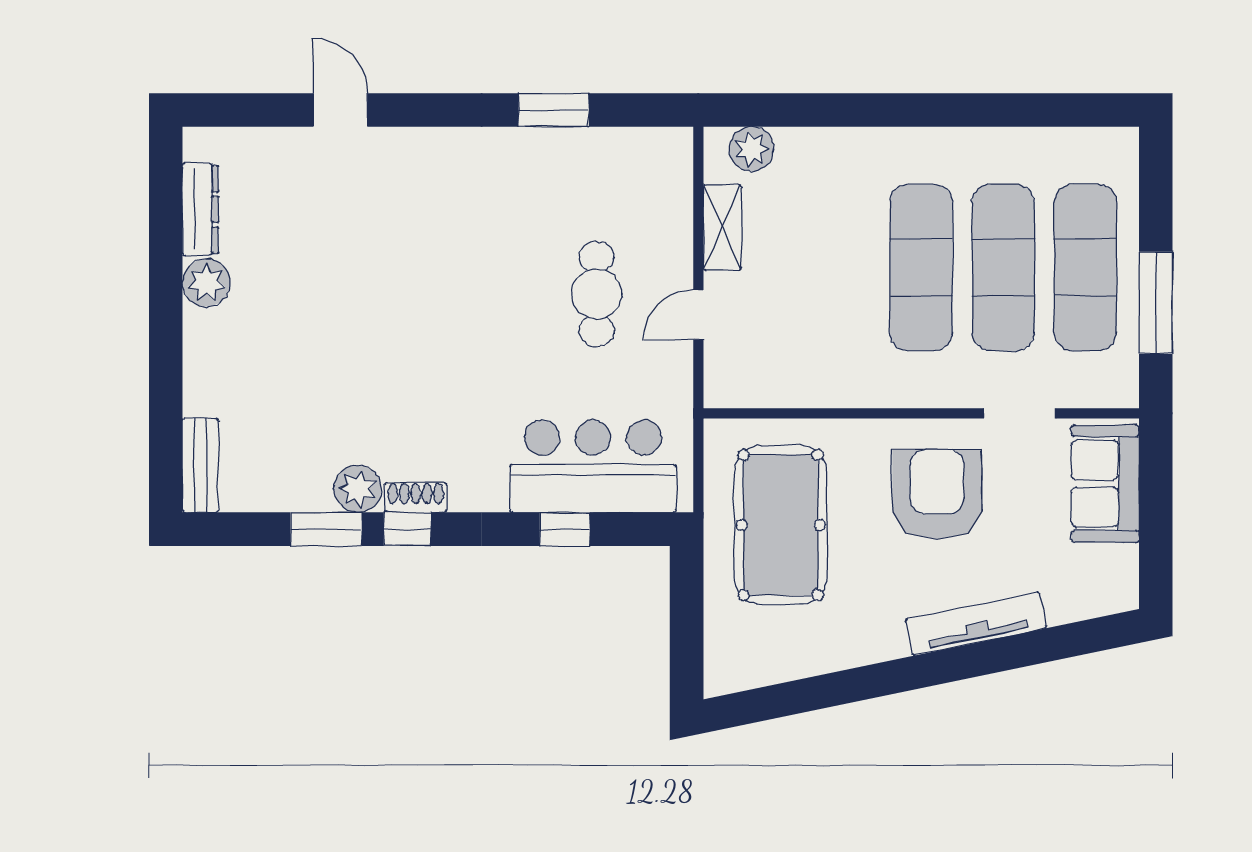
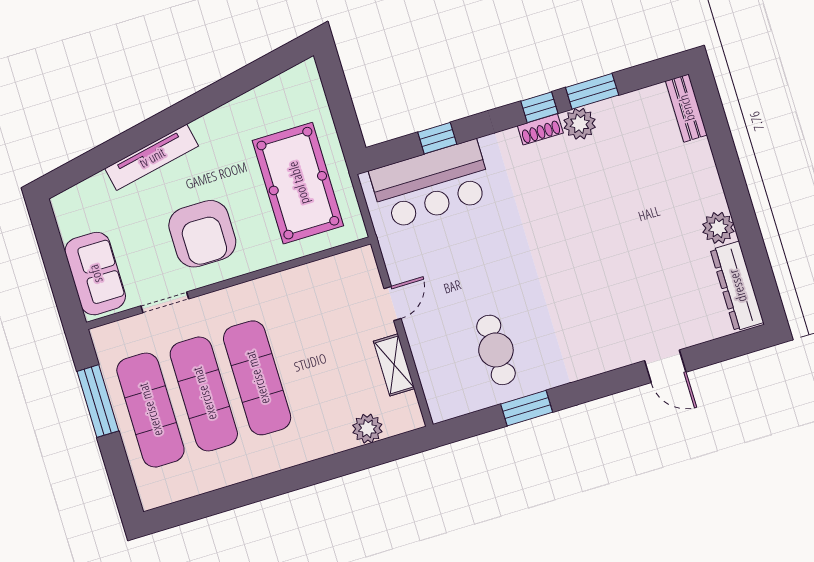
plant: (751, 149) -> (367, 429), moved
dresser: (200, 209) -> (737, 286), width x1.37, depth x1.24
cafe table: (597, 294) -> (496, 350), moved

